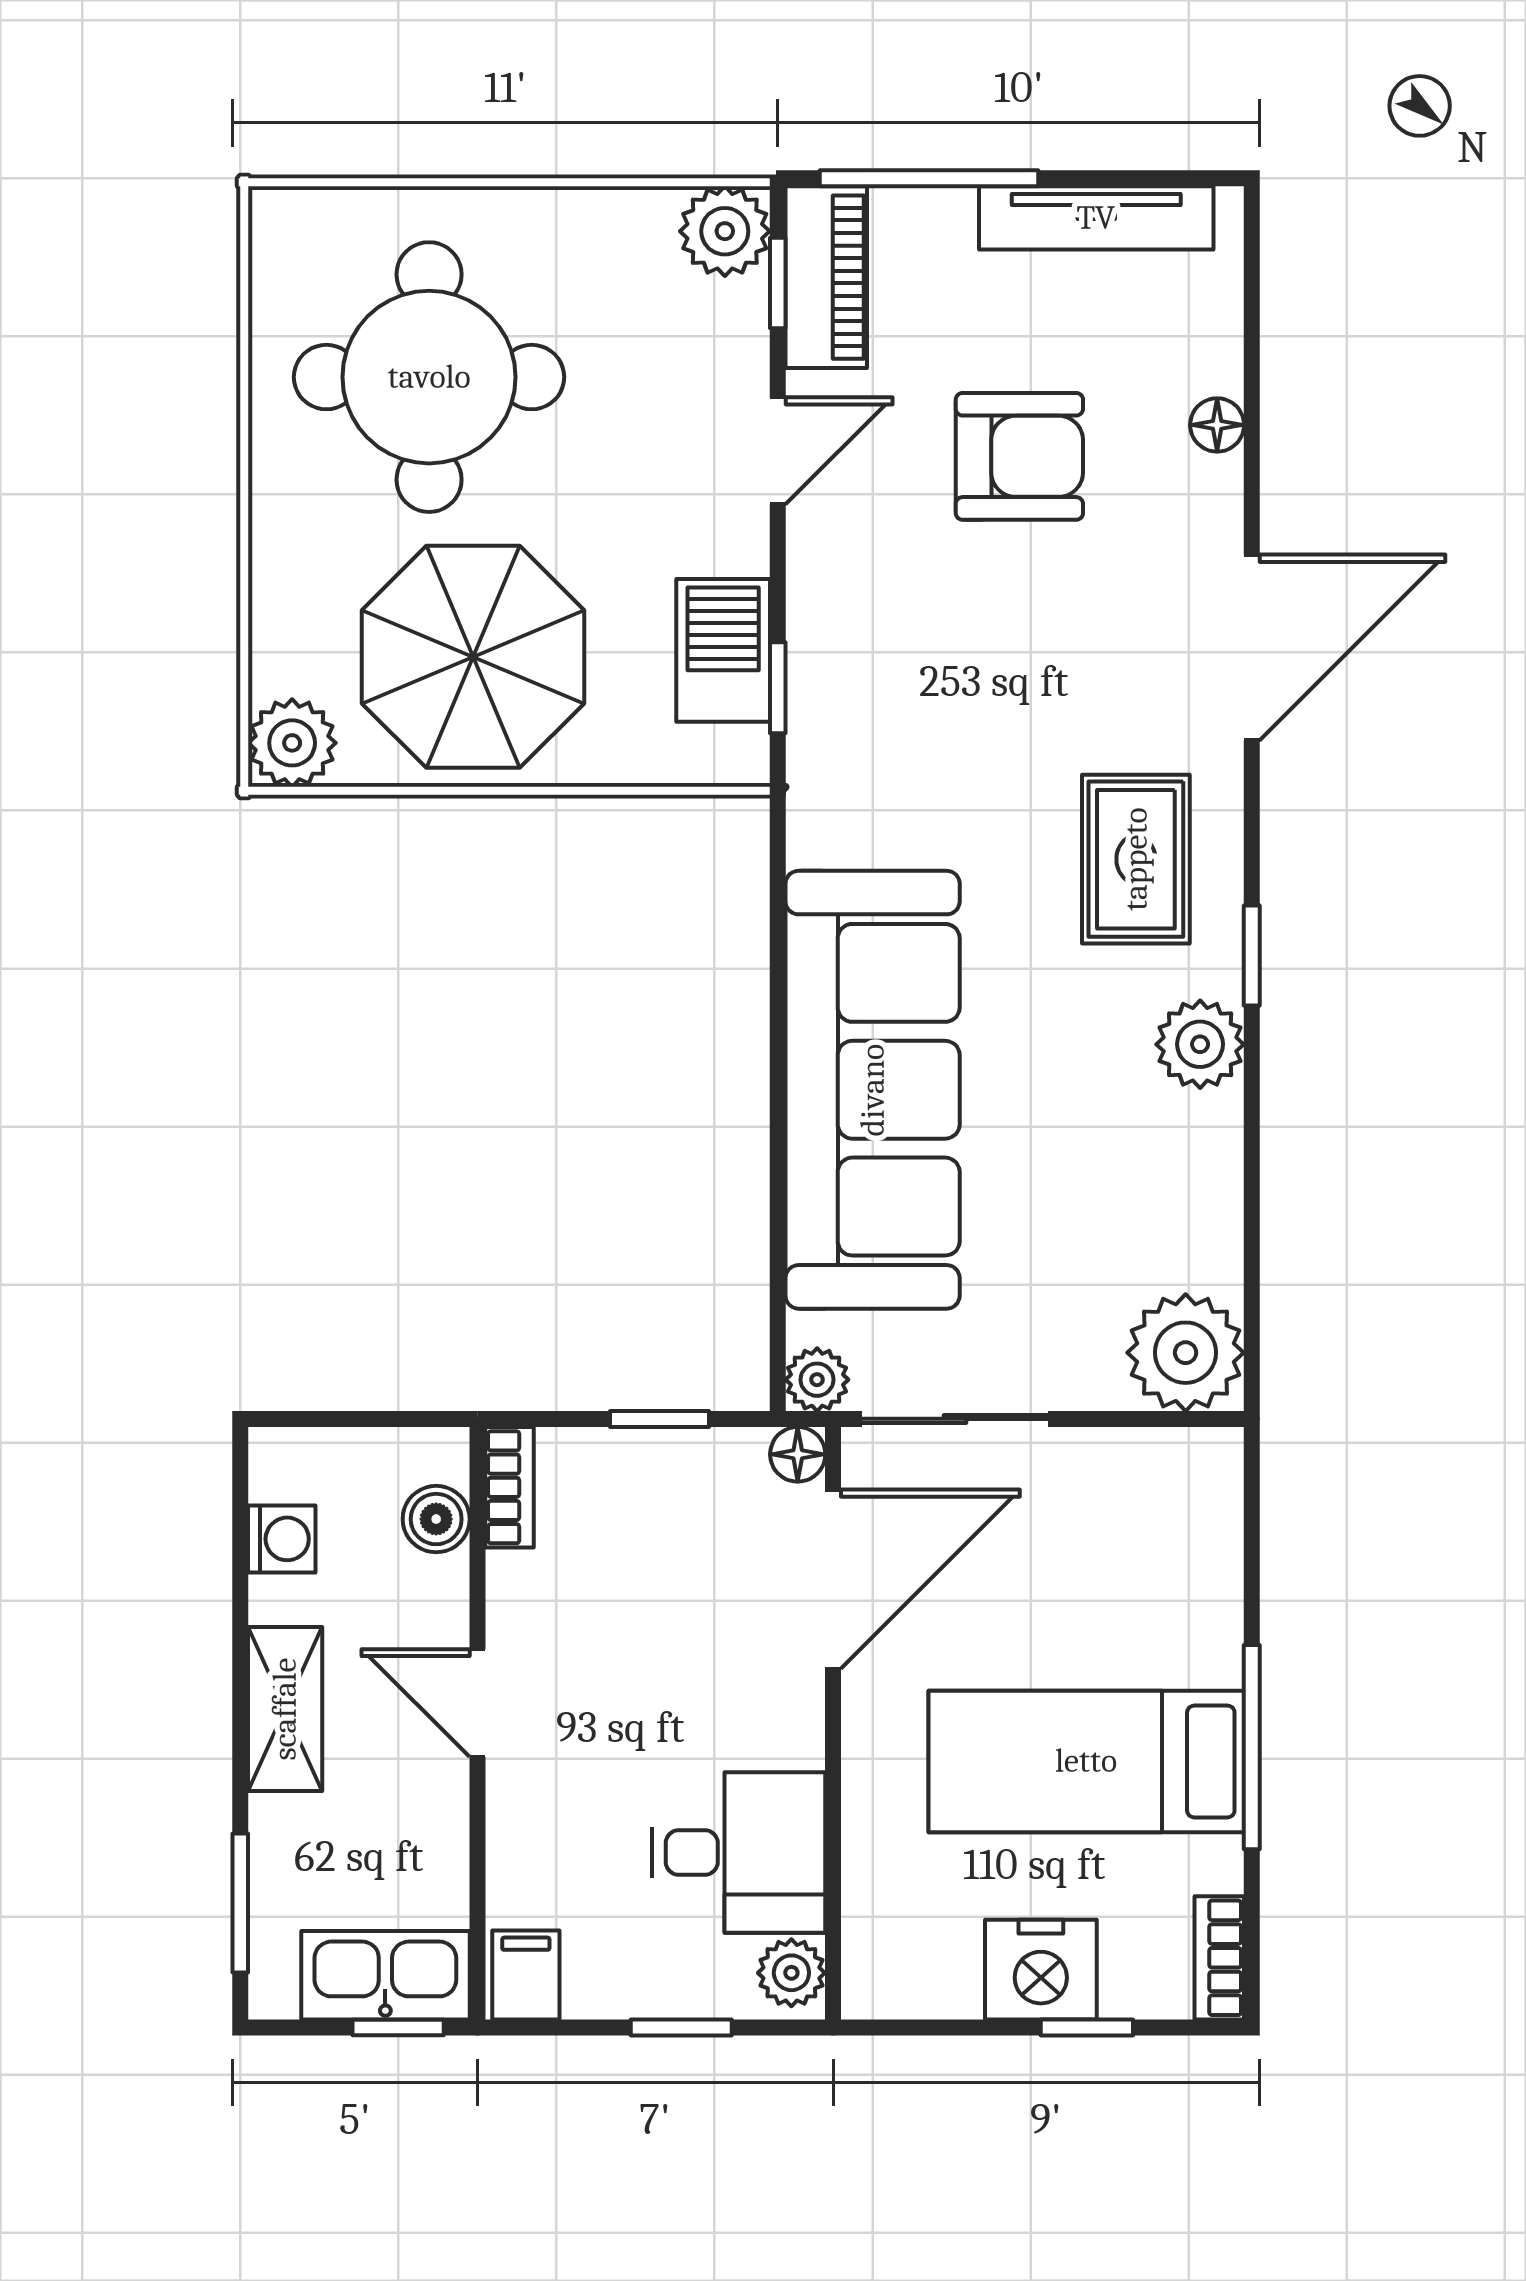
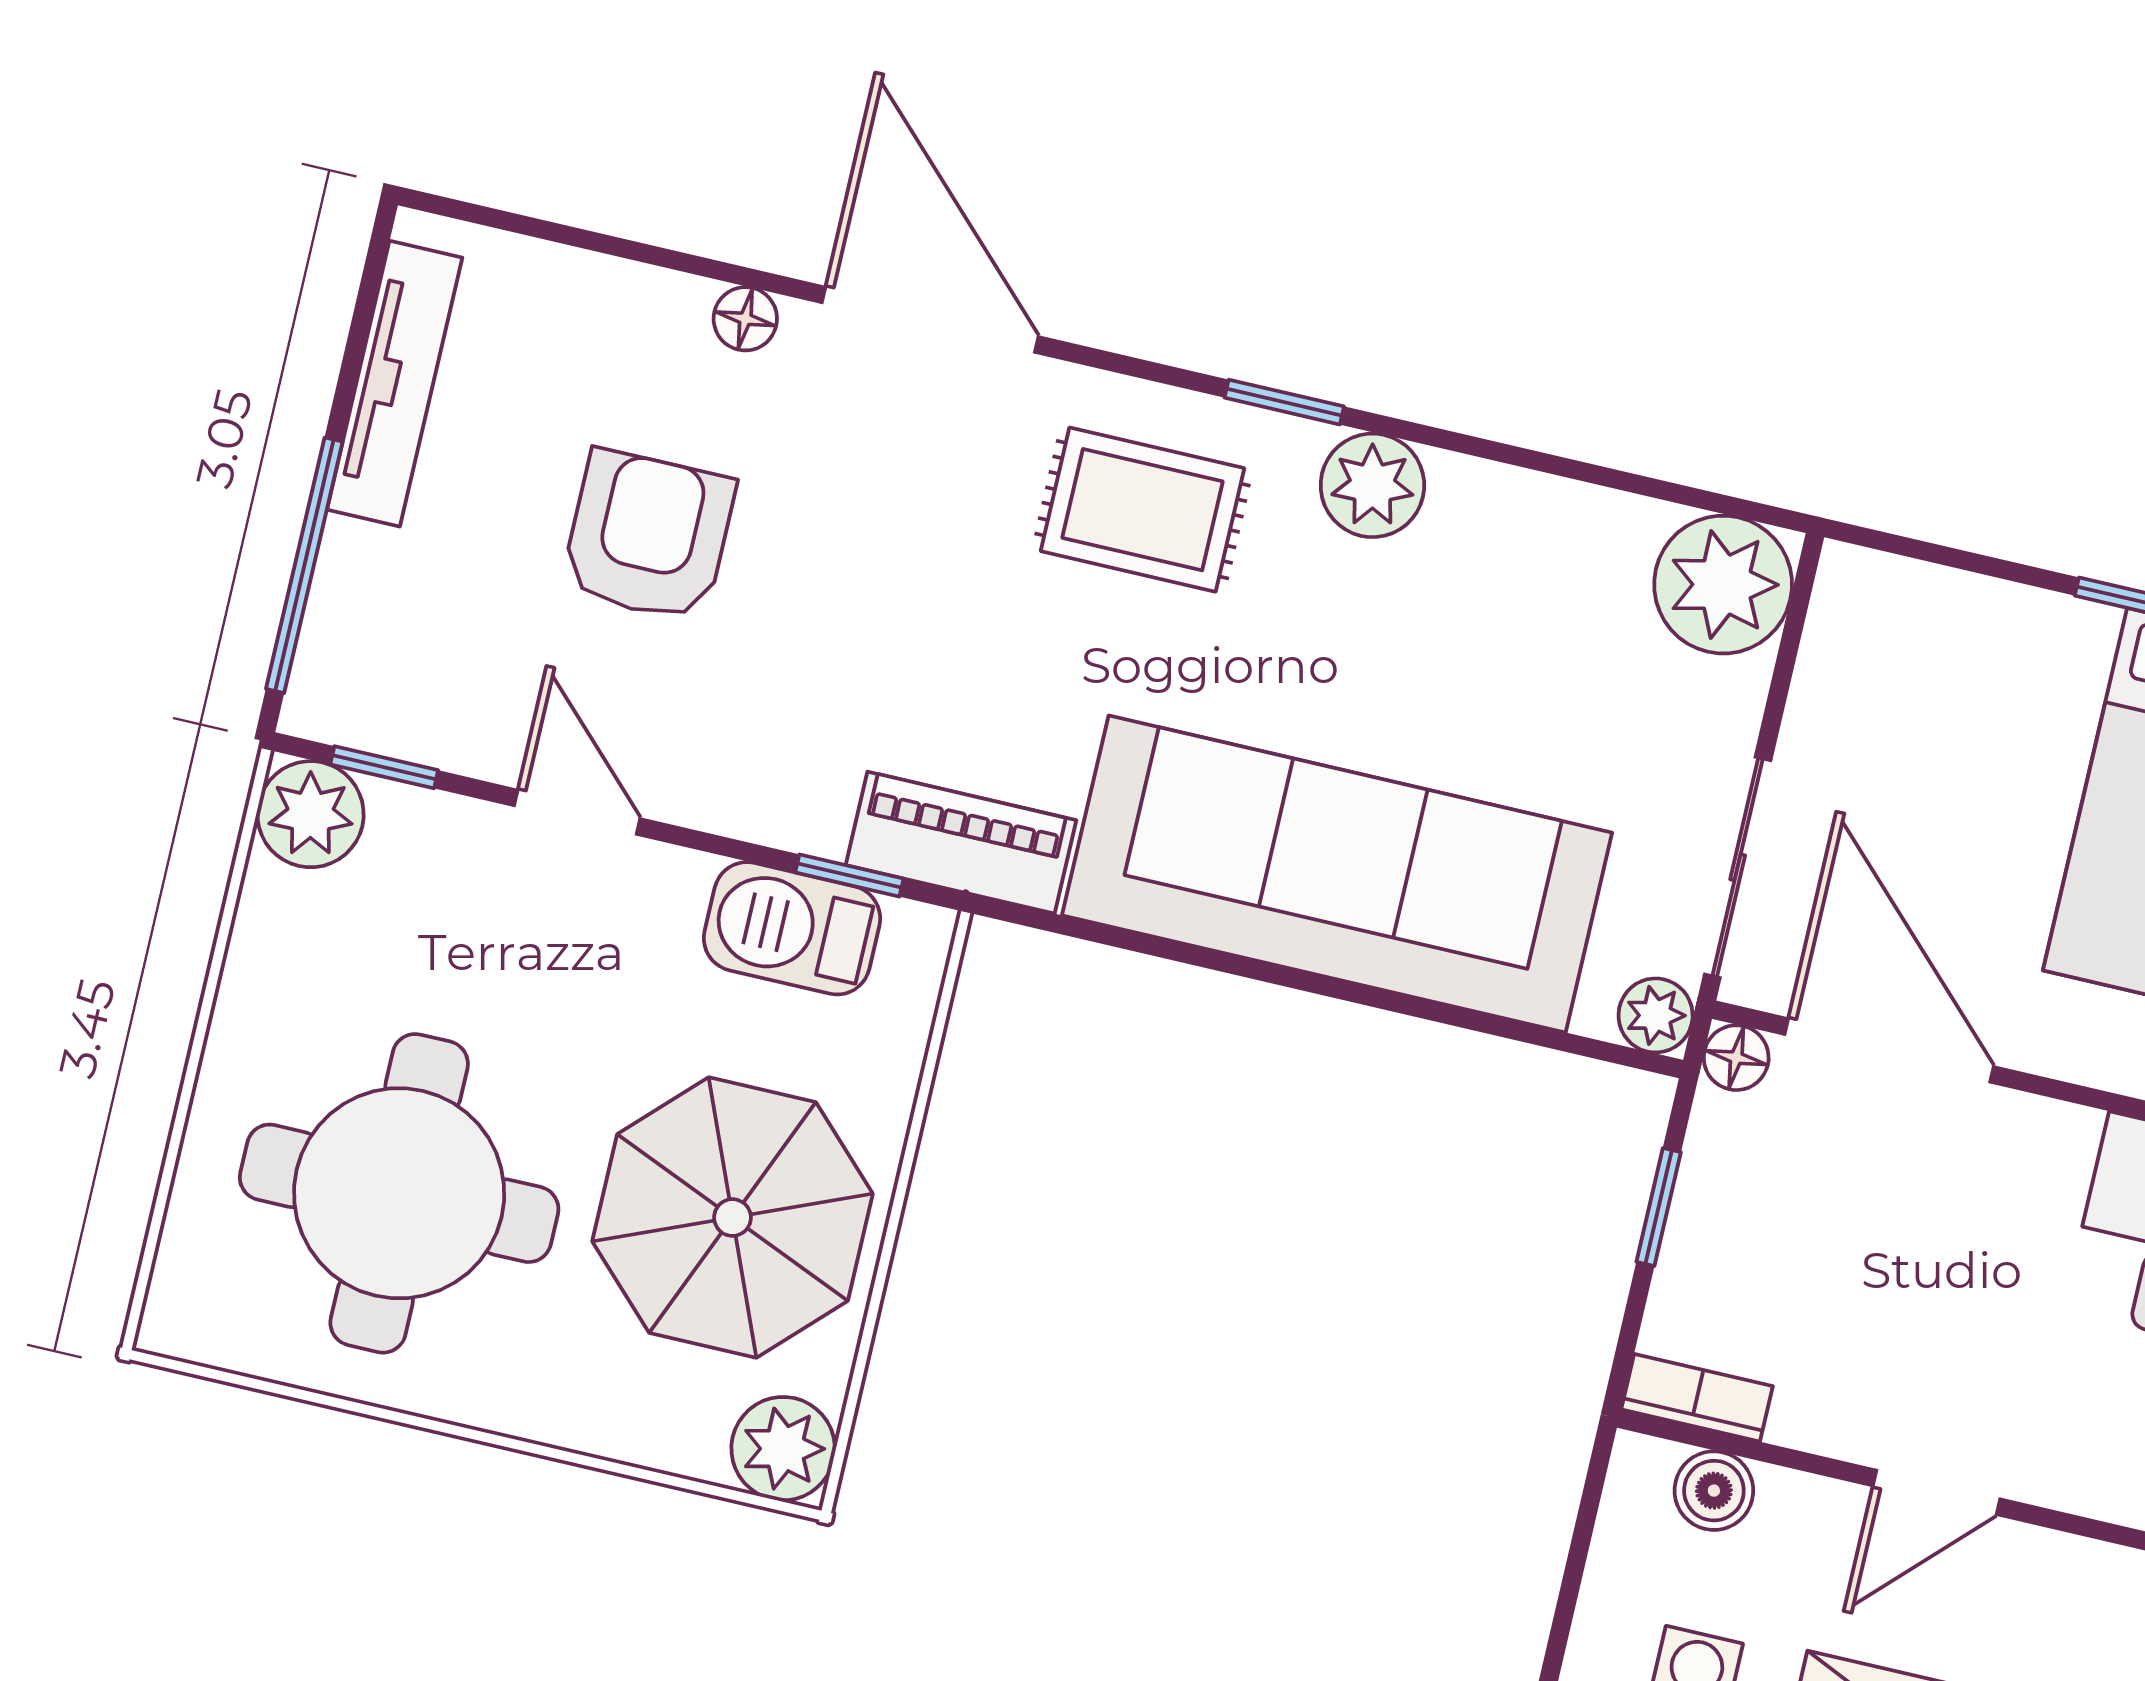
piano: (826, 277) -> (961, 843), moved
floor lamp: (1217, 425) -> (745, 319), moved

